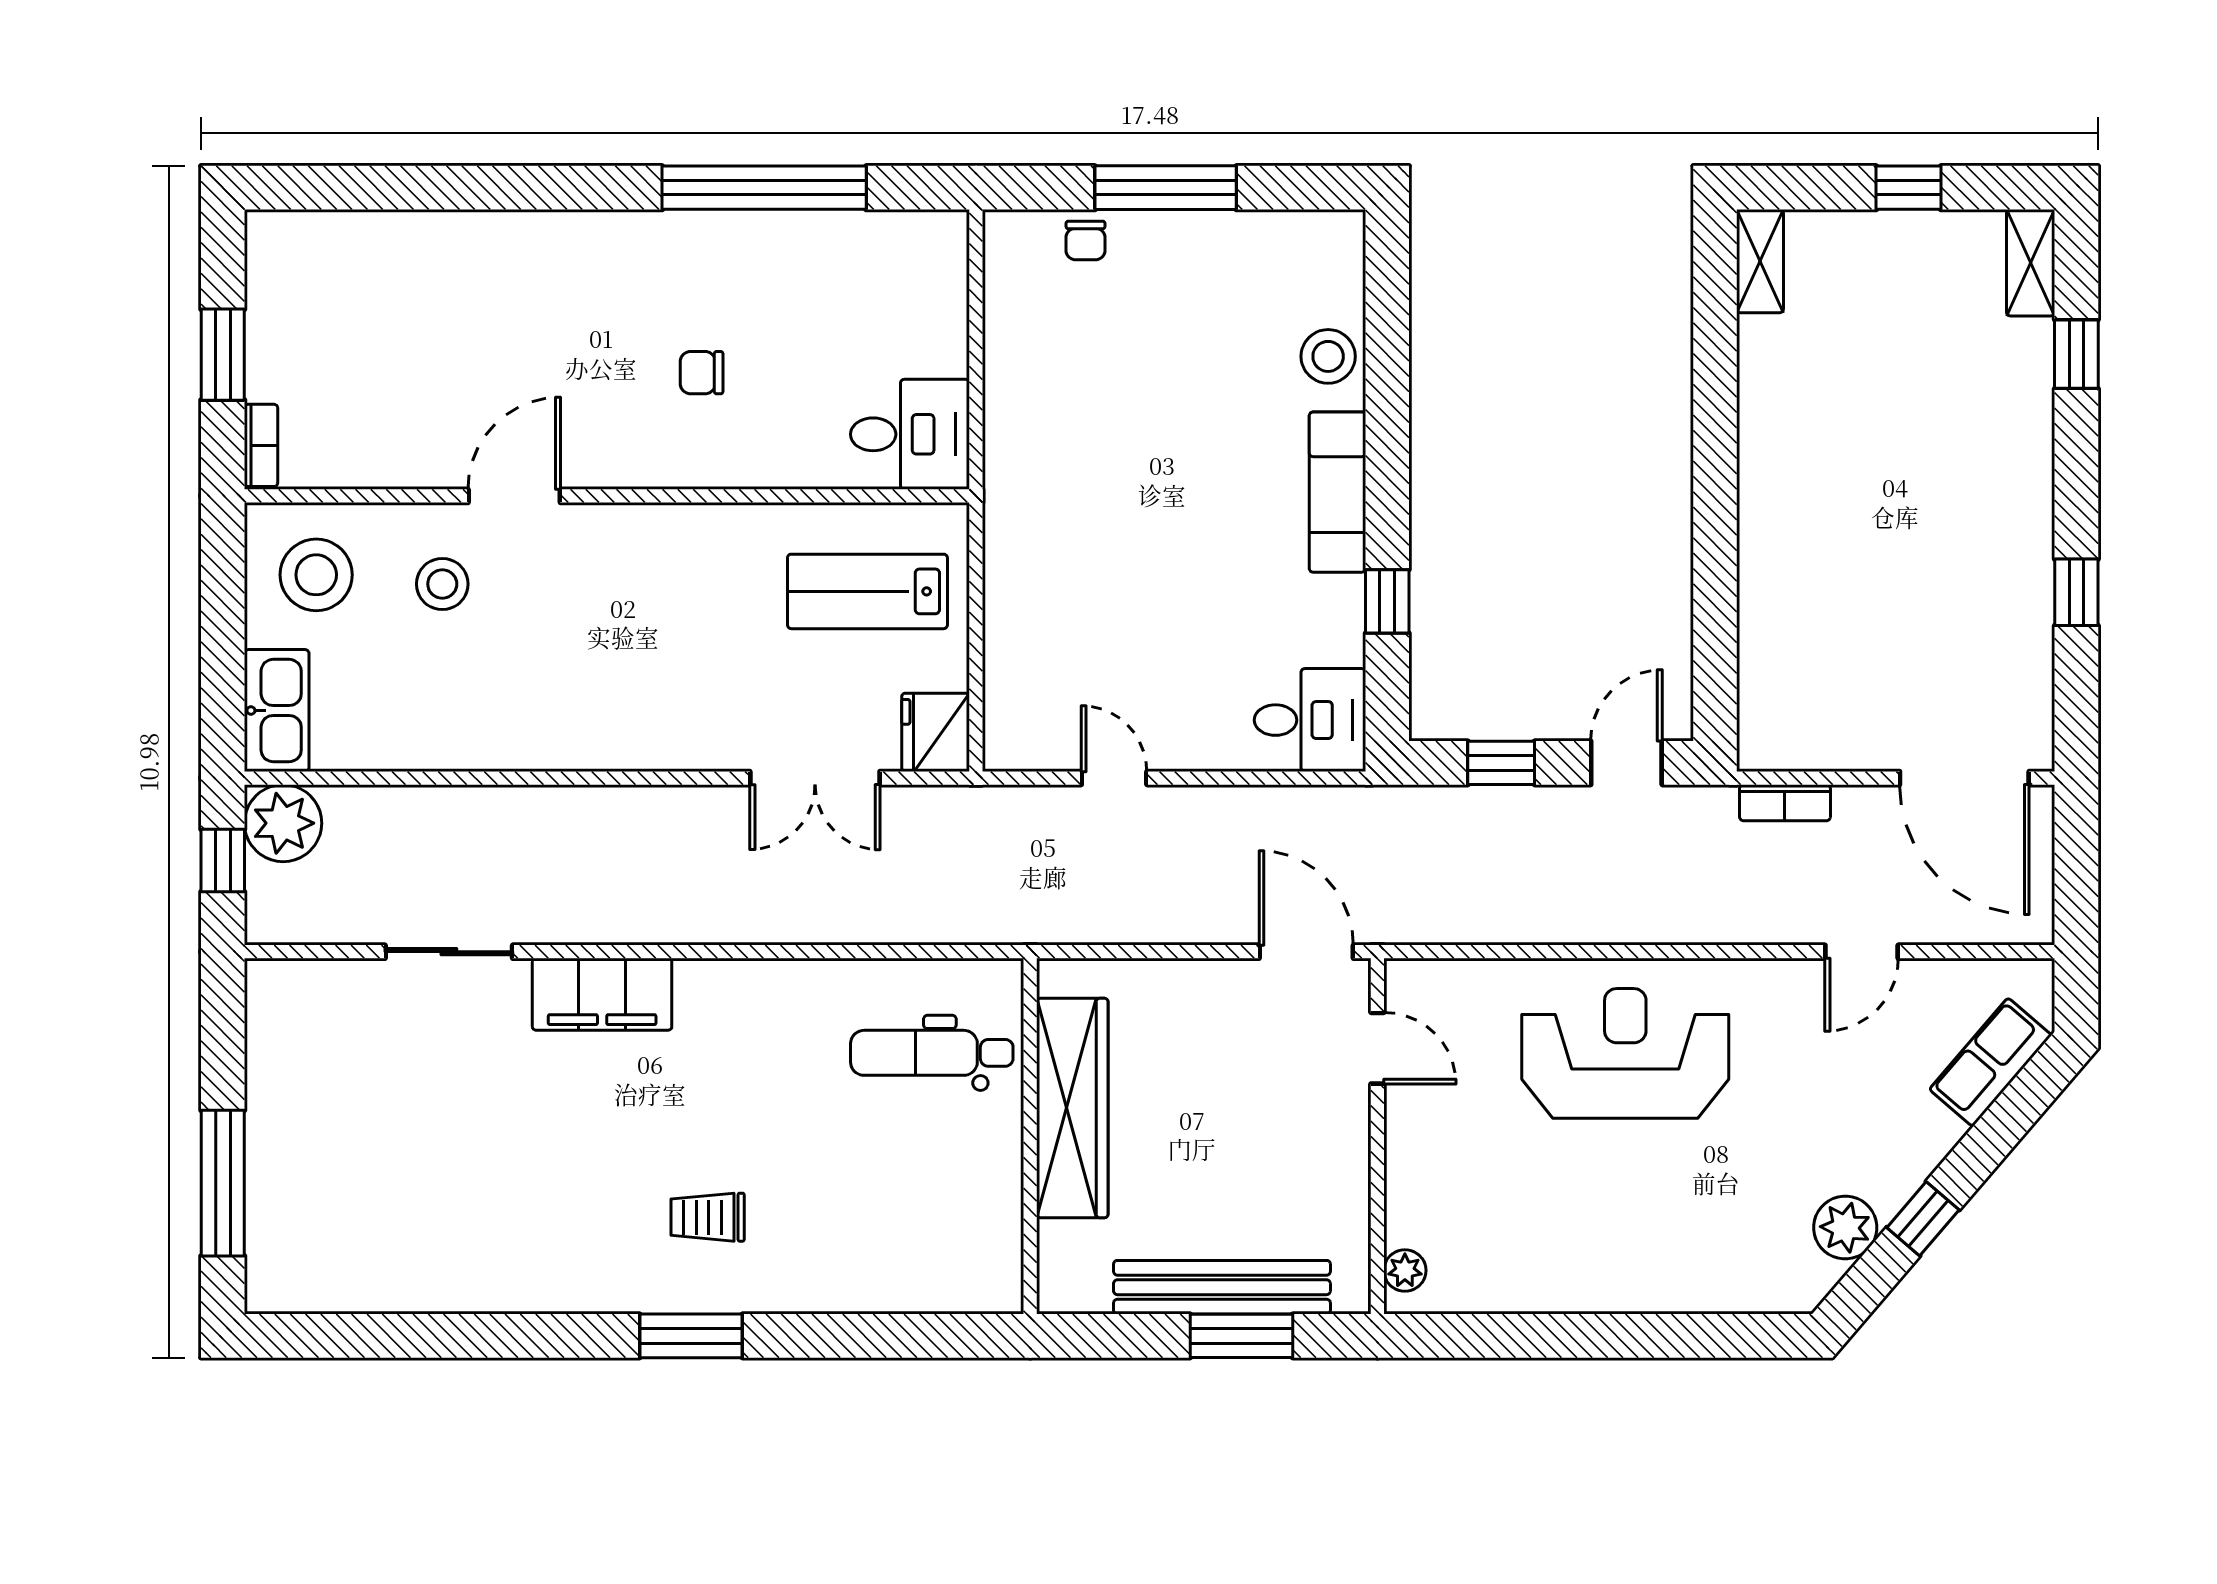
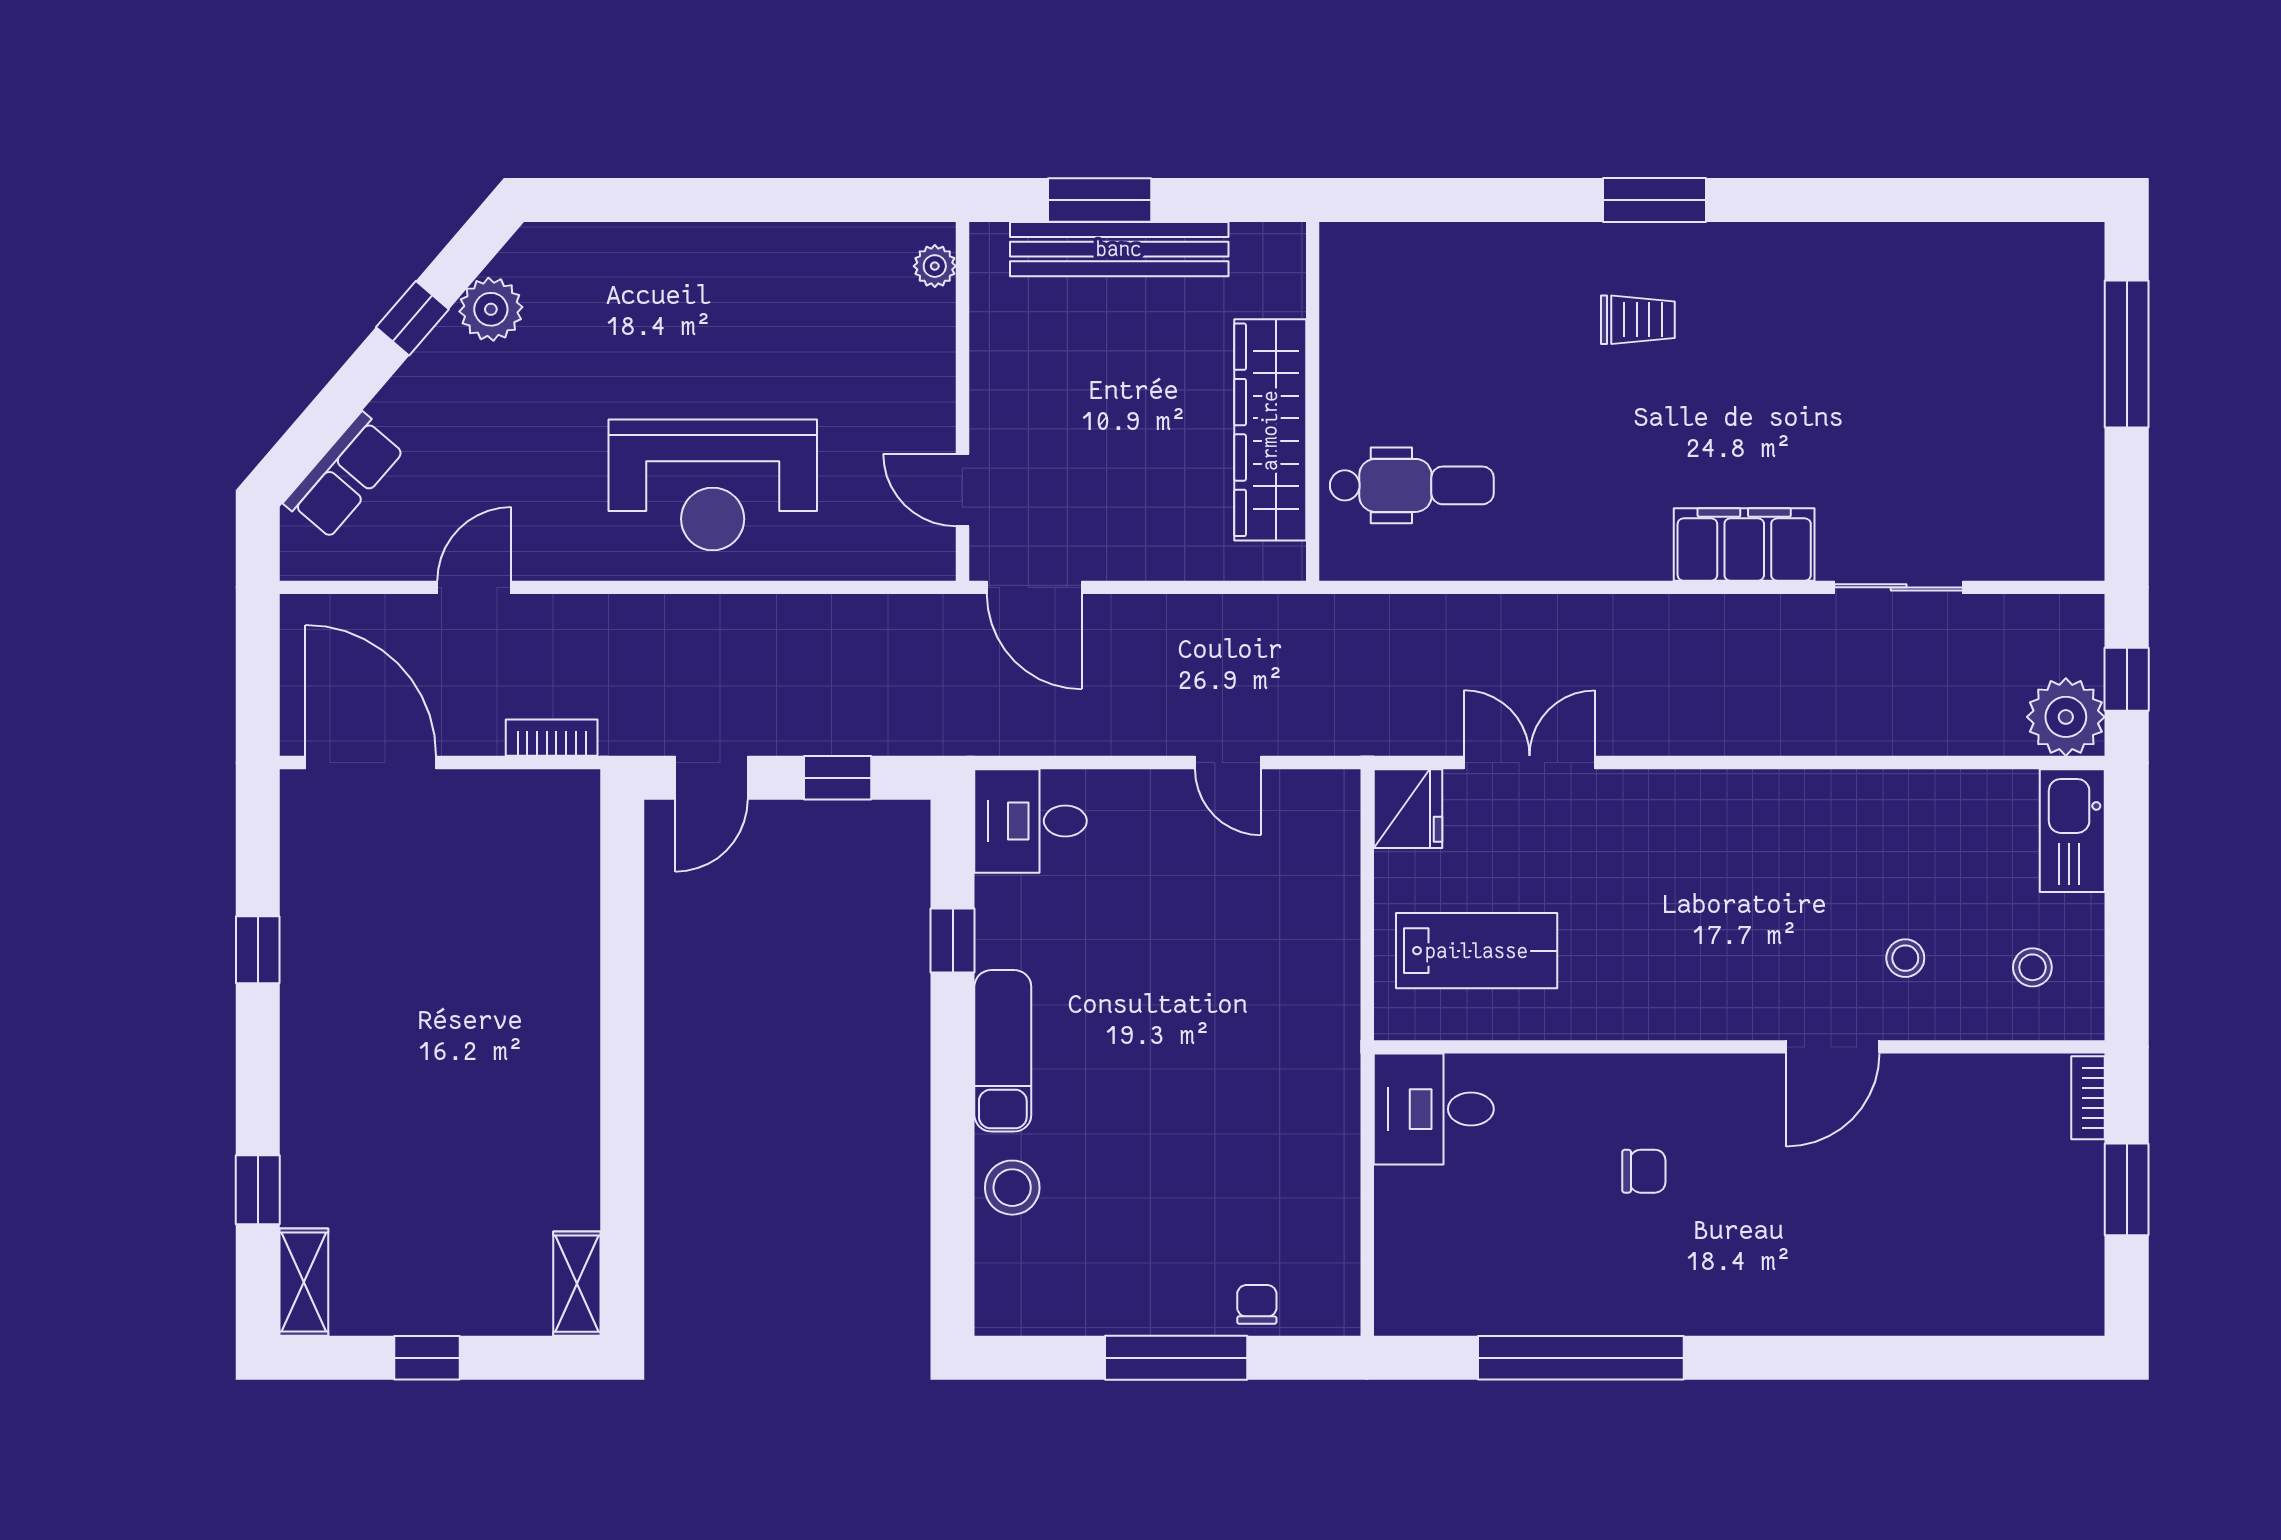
stool: (316, 575) -> (2032, 967), width x0.53, depth x0.53
stool: (442, 584) -> (1905, 958), width x0.73, depth x0.73

